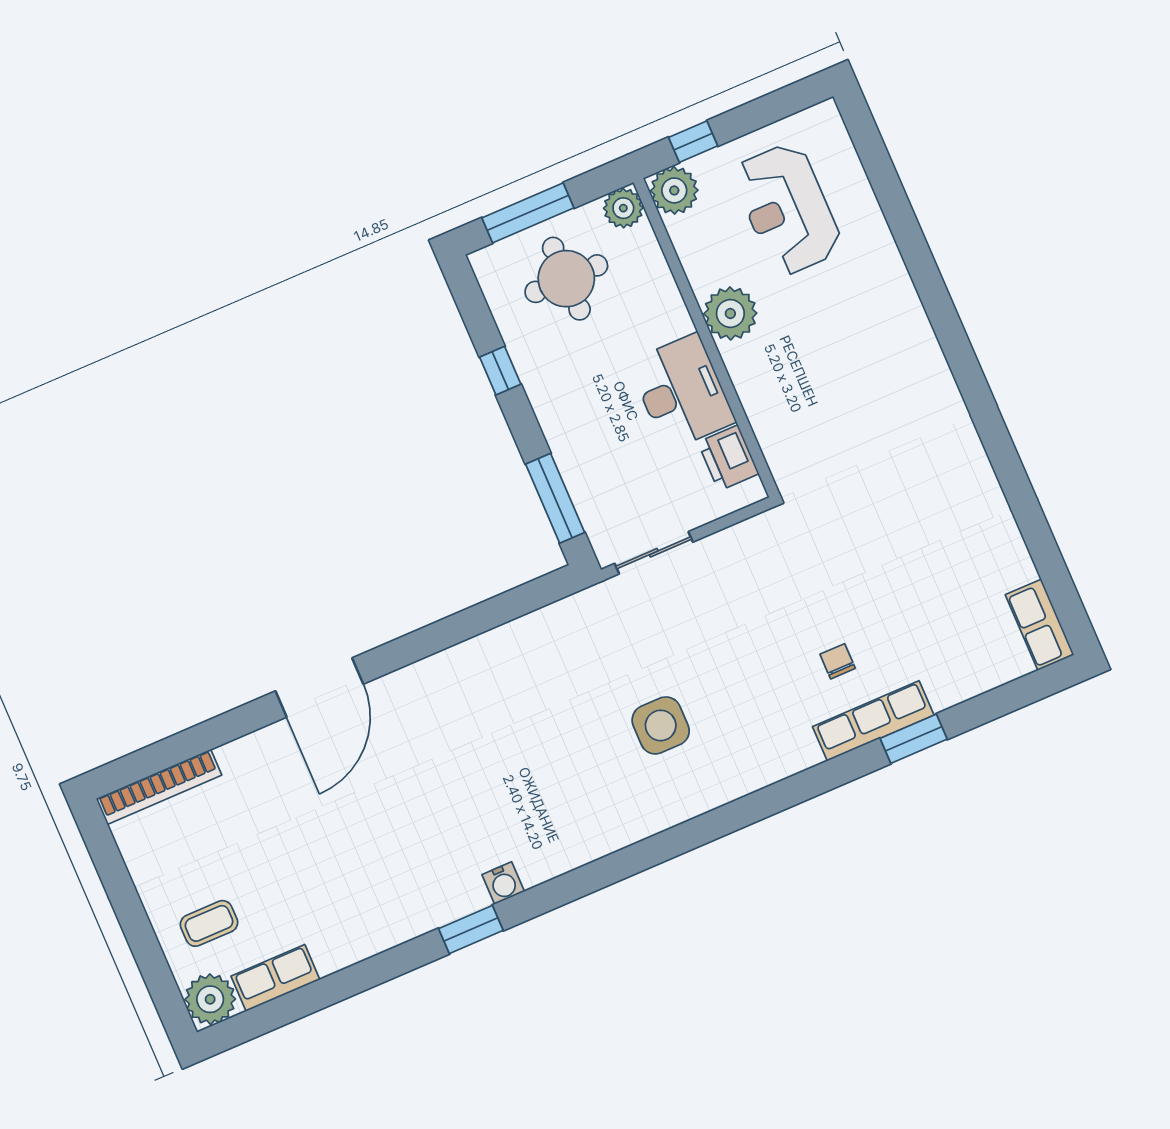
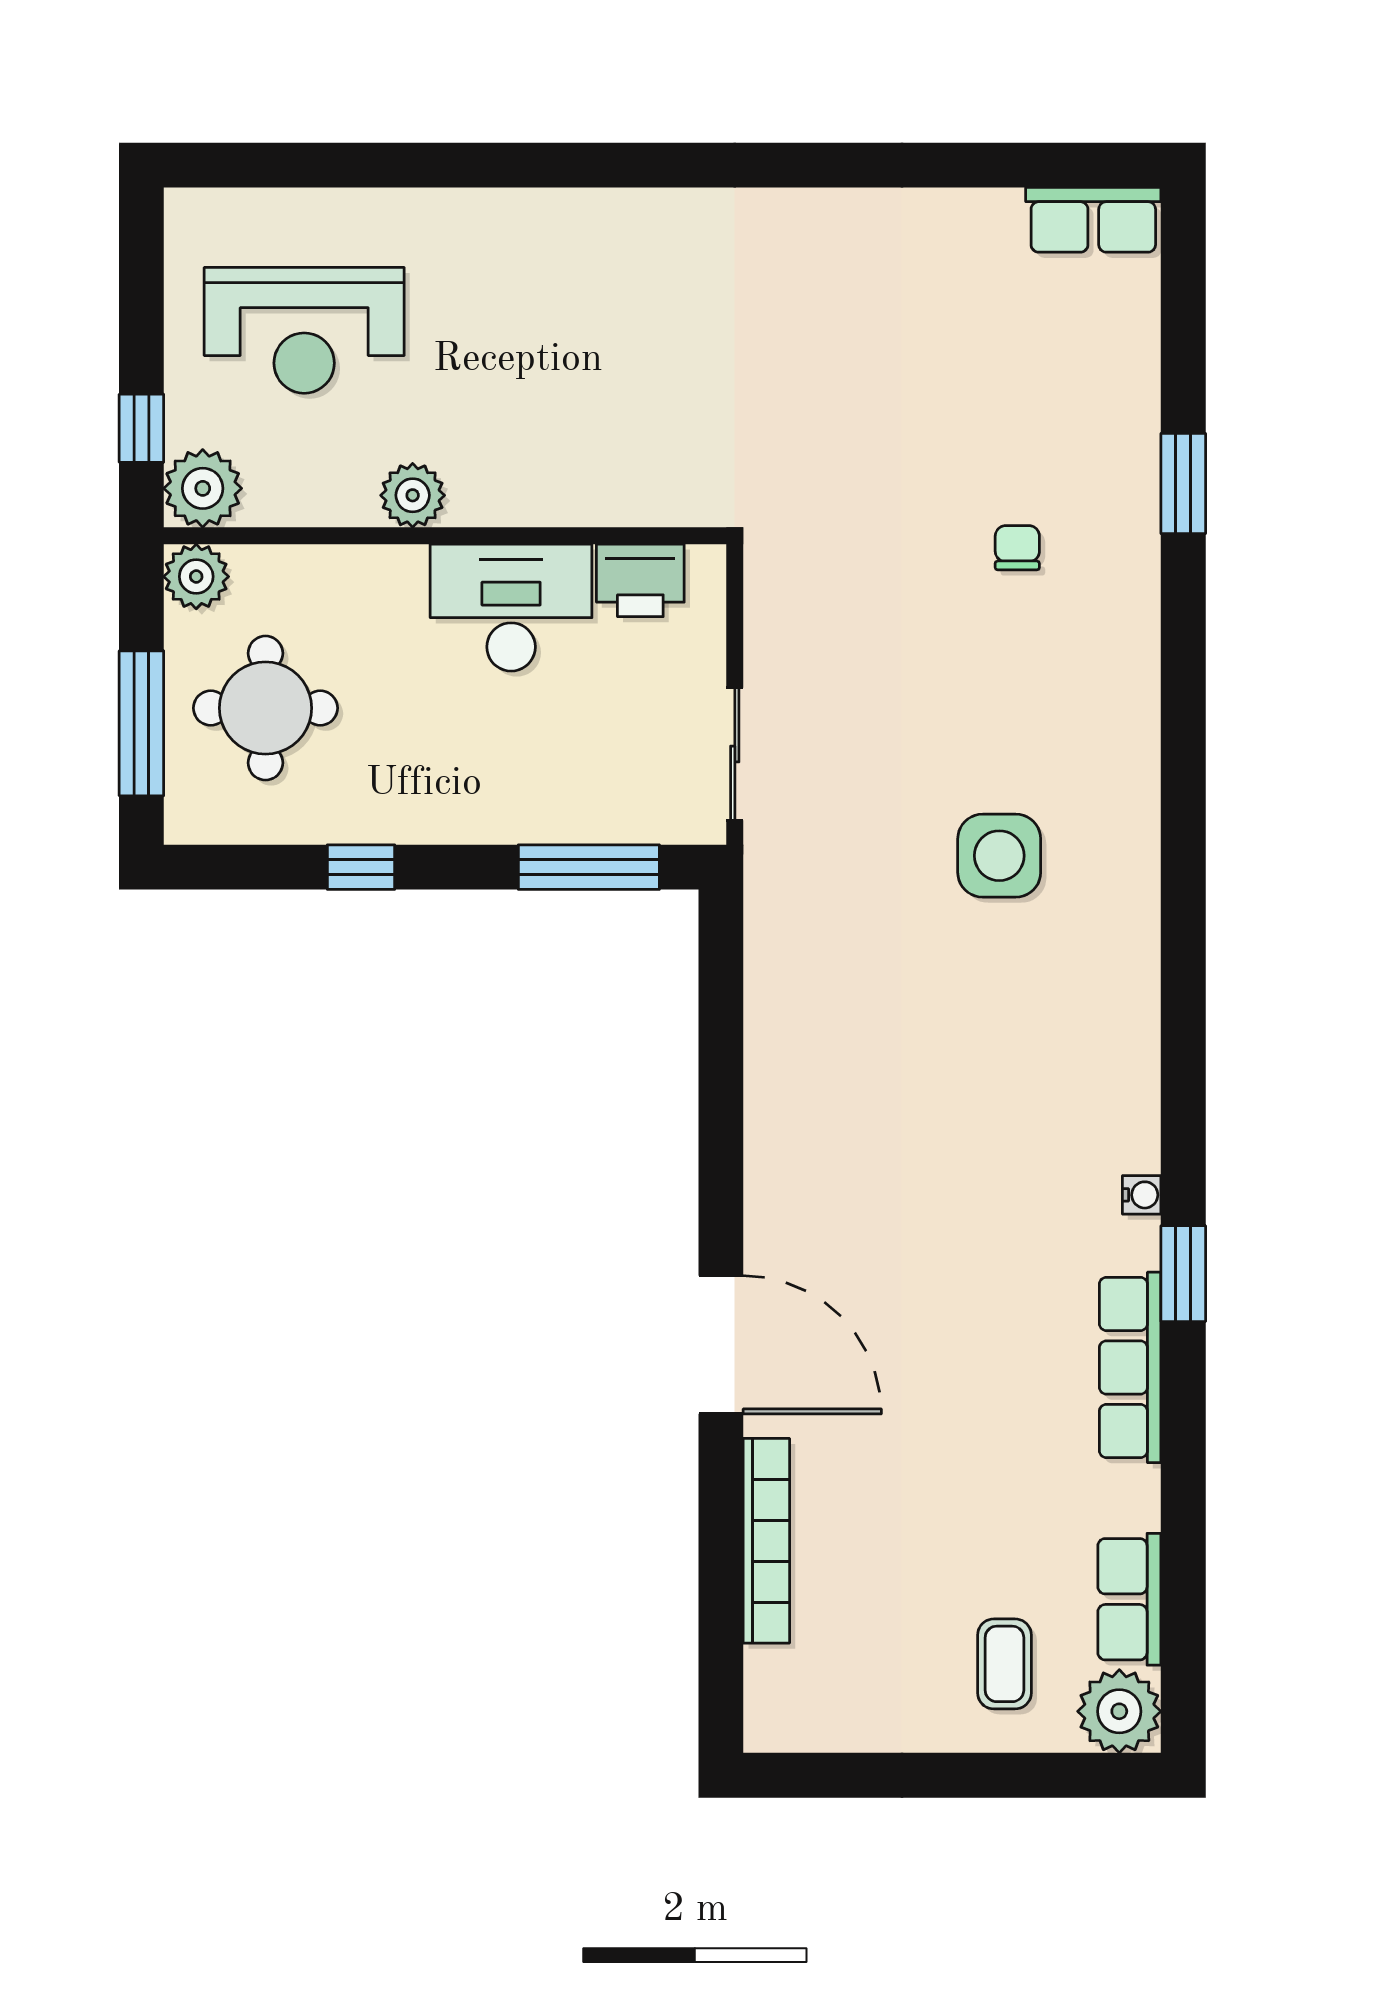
plant: (730, 313) -> (413, 495), width x0.73, depth x0.73
chair: (838, 661) -> (1017, 548), turned 90
row of seats: (873, 721) -> (1130, 1367), moved
bookcase: (159, 787) -> (766, 1541), moved
water cooler: (503, 883) -> (1142, 1195), width x0.72, depth x0.72

